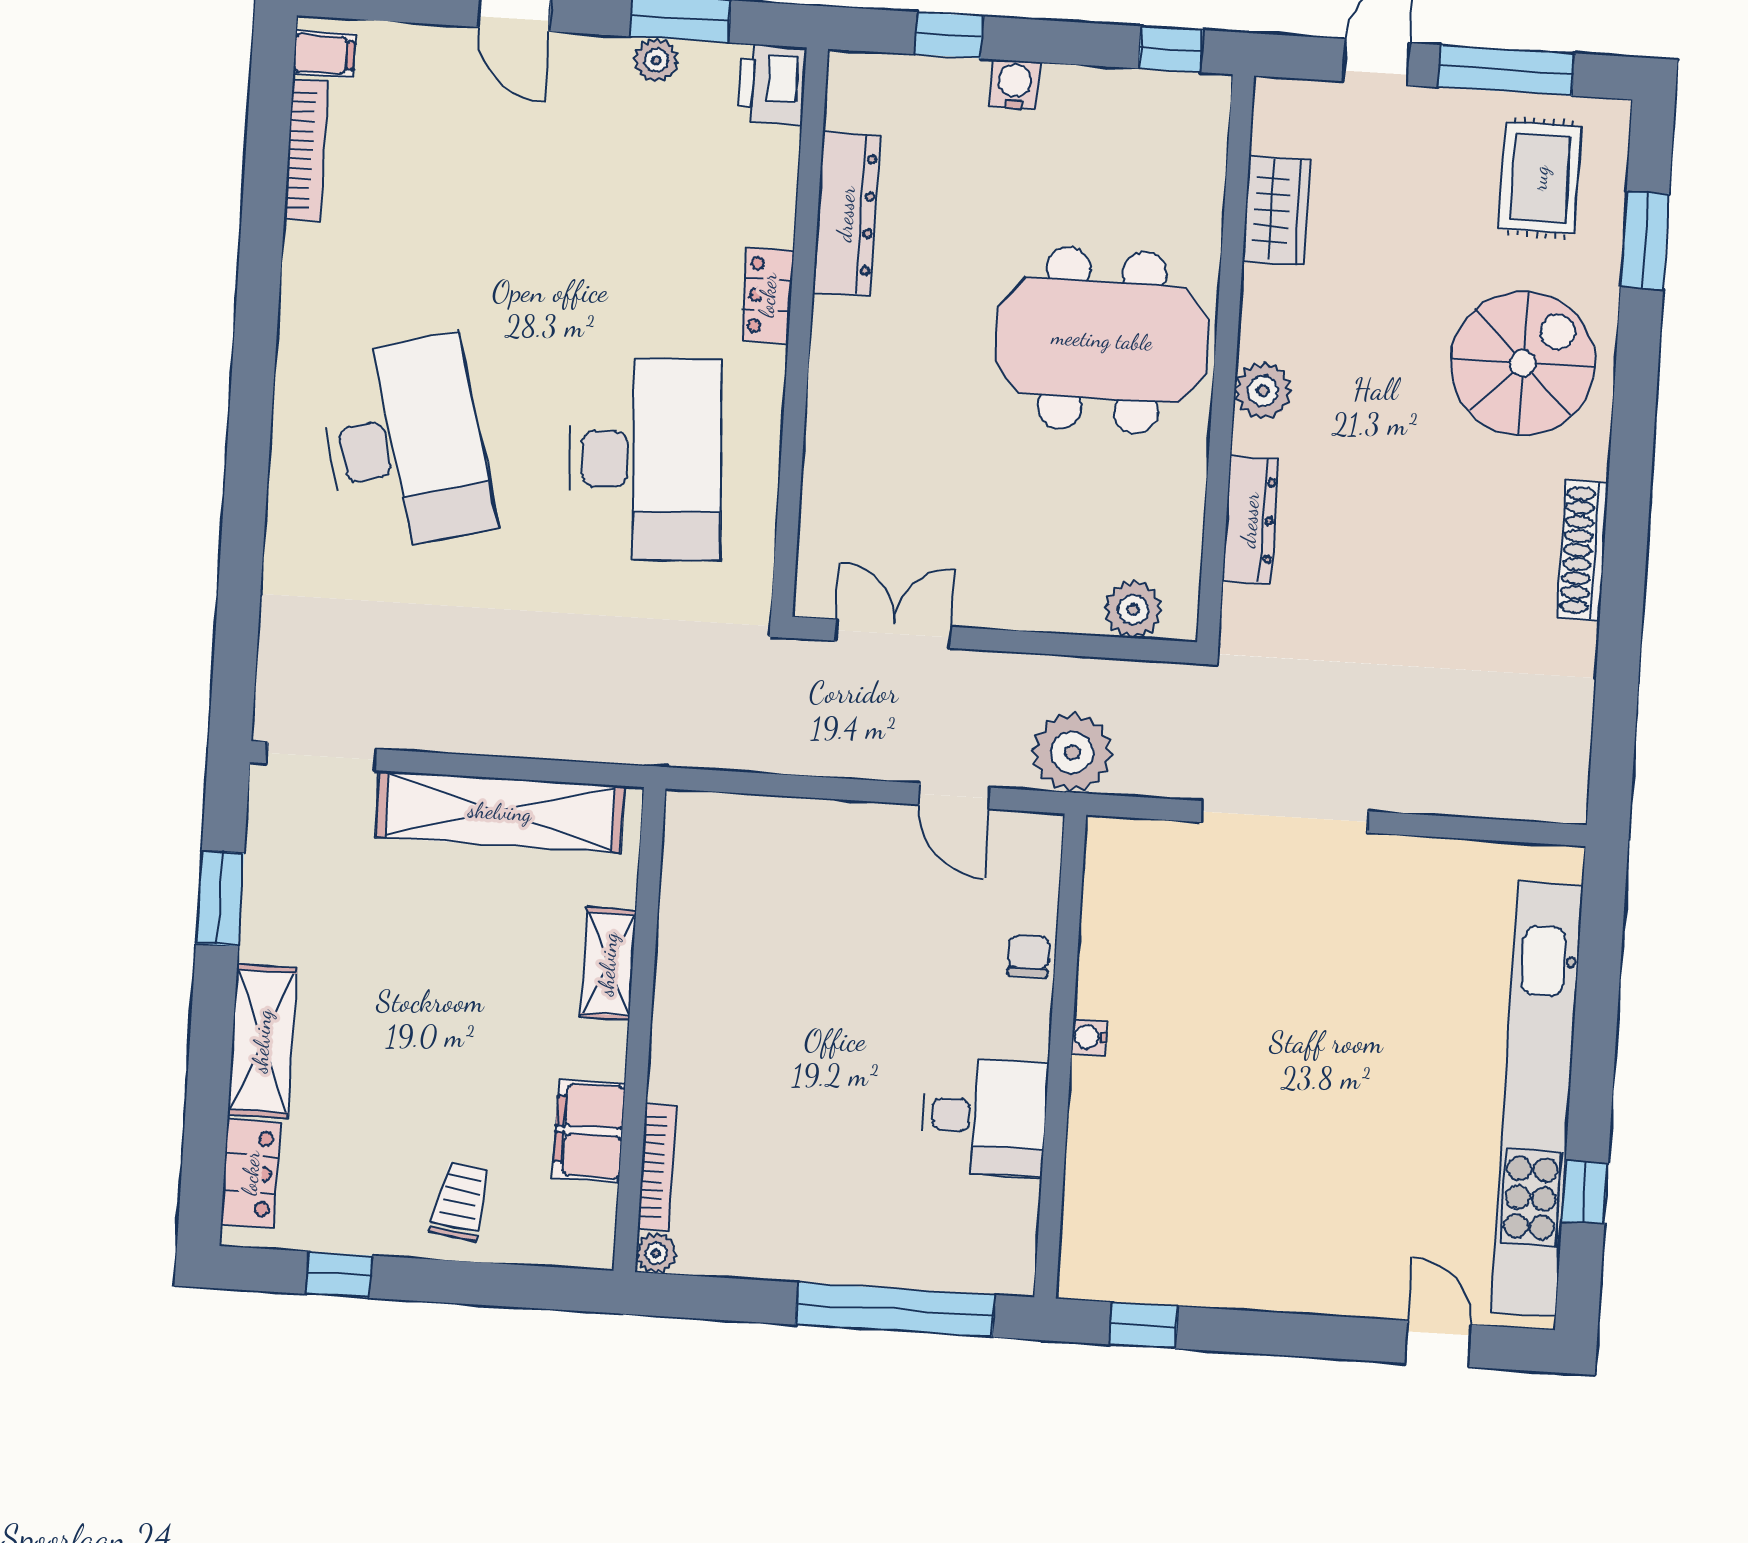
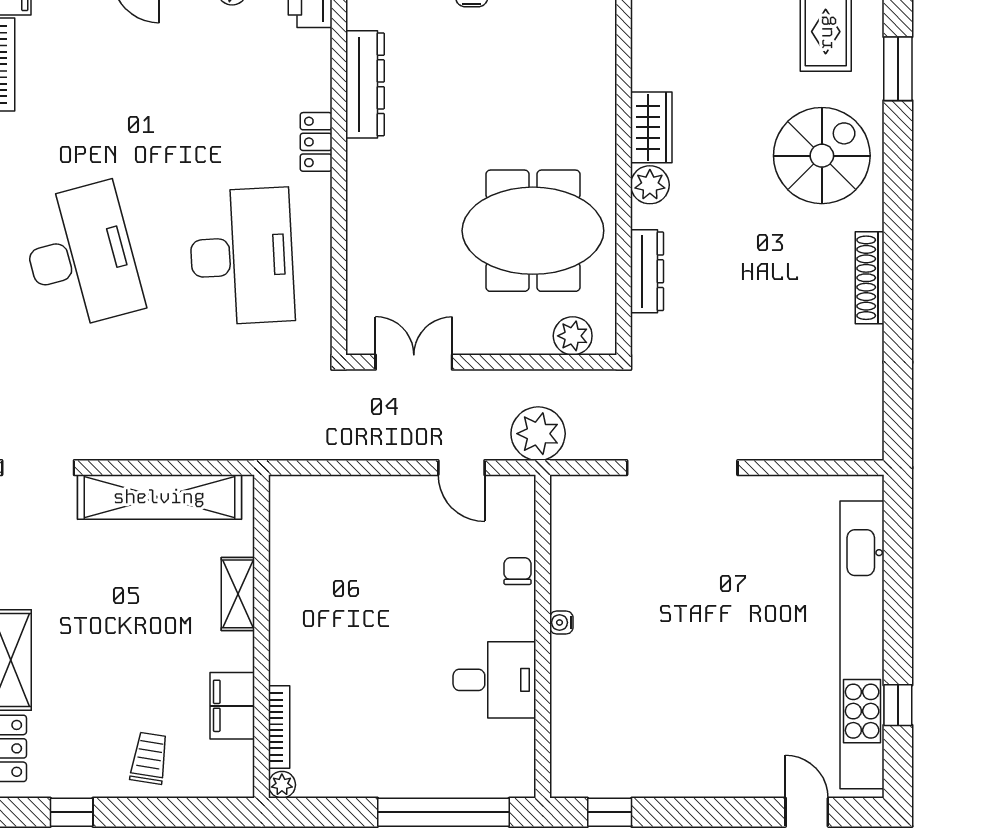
wardrobe: (1276, 210) -> (651, 127), moved
meeting table: (1102, 340) -> (533, 231), moved

